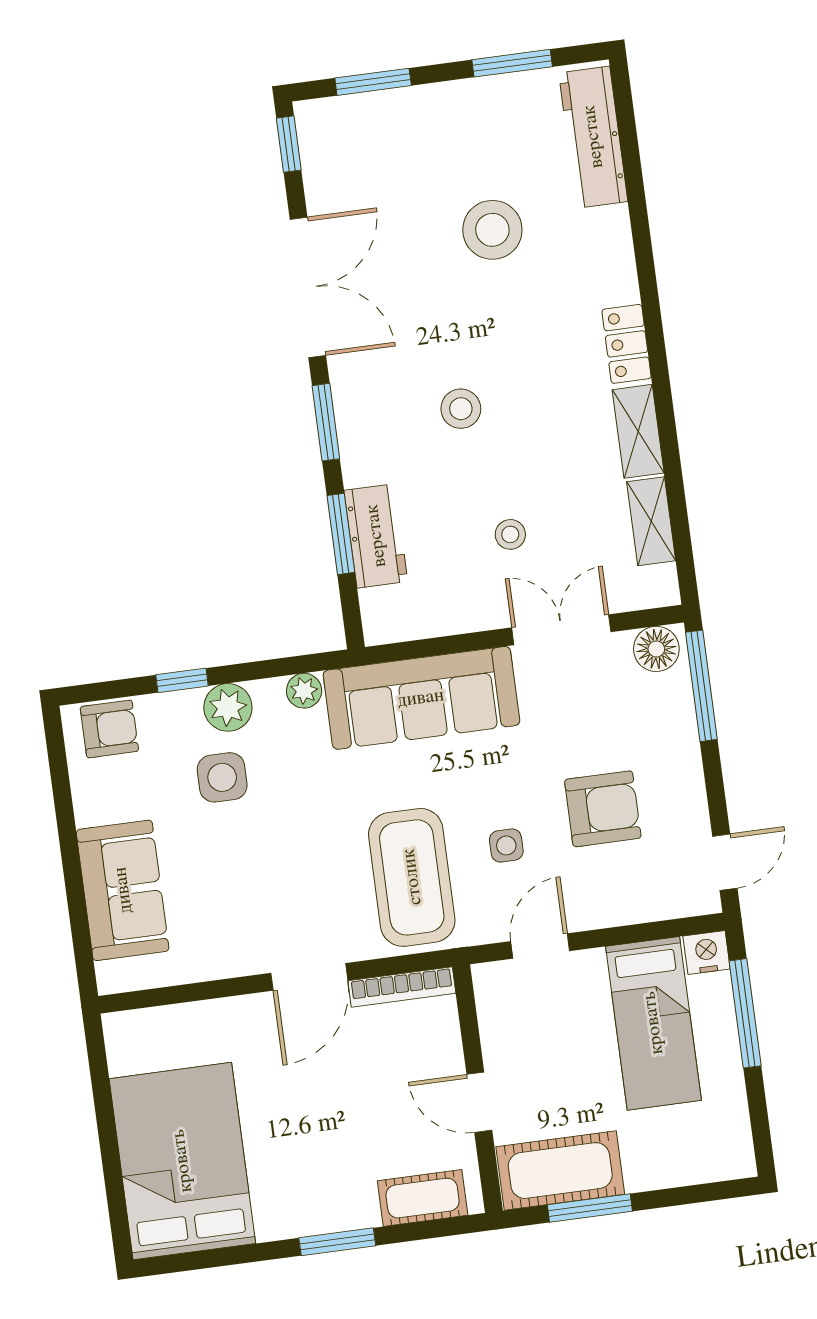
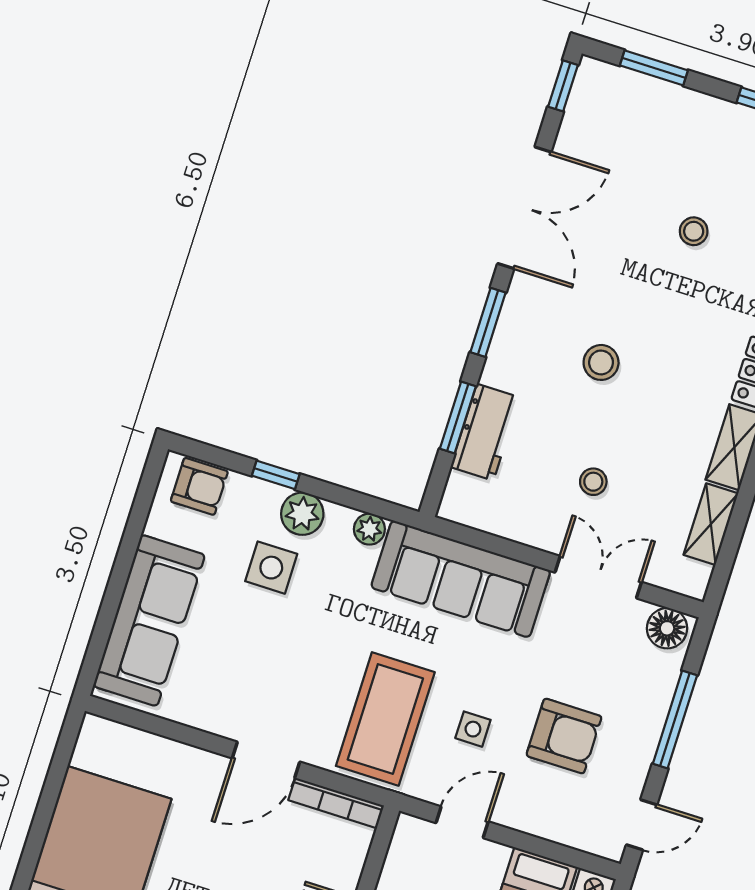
stool: (492, 230) -> (694, 231), width x0.53, depth x0.53
window: (701, 686) -> (675, 719), moved
sofa: (123, 890) -> (149, 620), width x1.36

